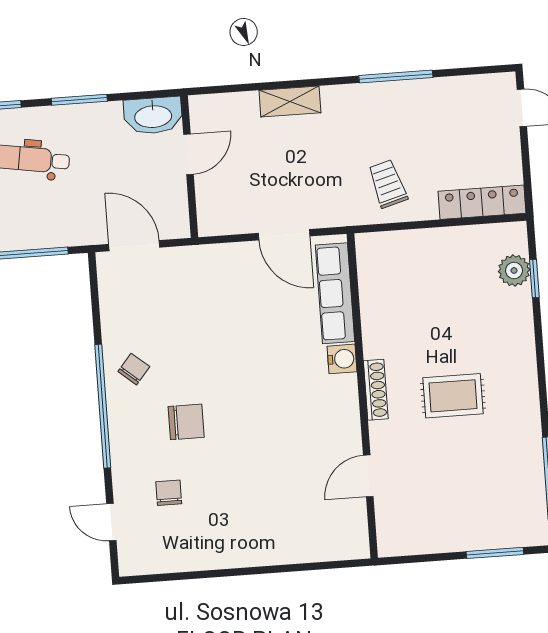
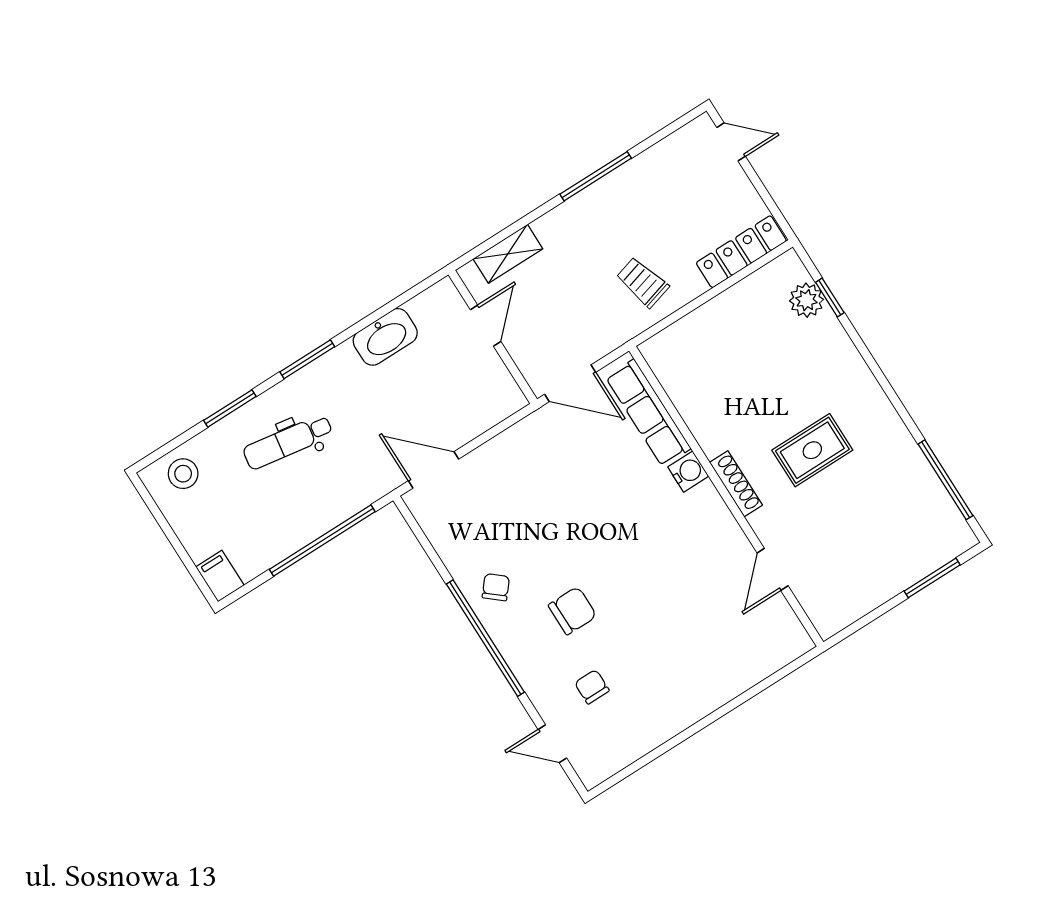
door: (188, 154) -> (486, 326), moved
wall: (189, 167) -> (493, 337), moved

